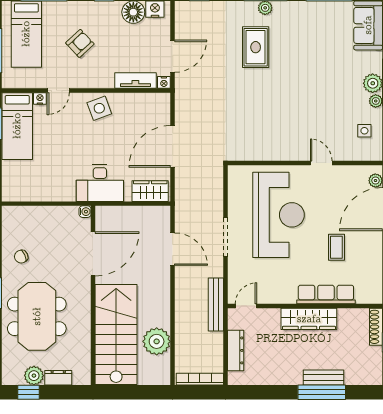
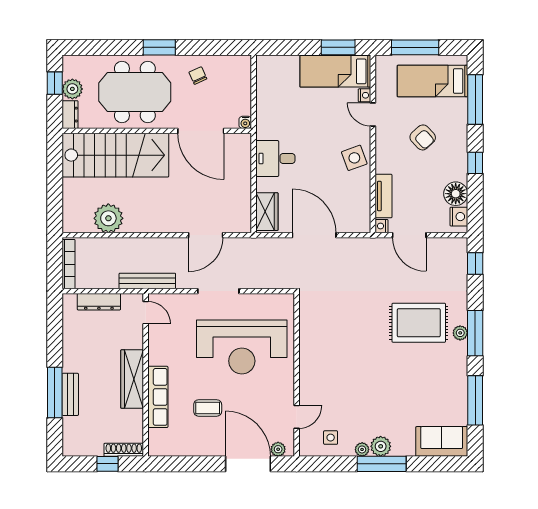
rug: (256, 47) -> (419, 323), width x1.36, depth x1.43
door: (321, 163) -> (297, 417), moved
desk: (100, 183) -> (275, 158), width x0.73
water cooler: (85, 212) -> (245, 122), moved
door: (93, 254) -> (201, 131), moved
wall: (93, 295) -> (157, 131), moved
stairs: (116, 335) -> (116, 155), moved

